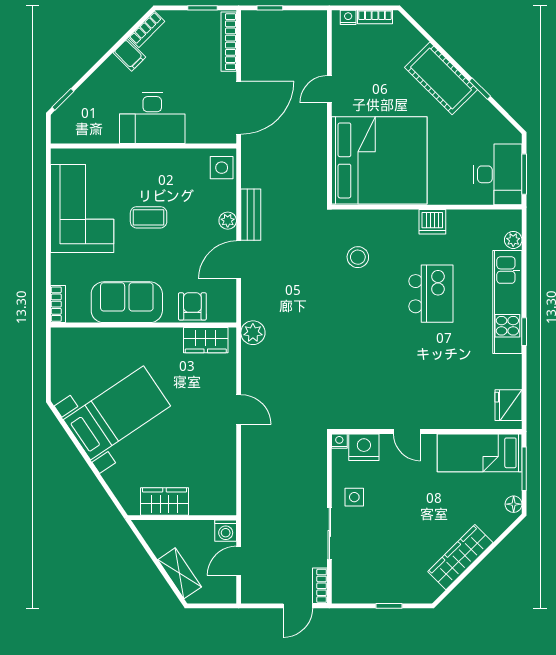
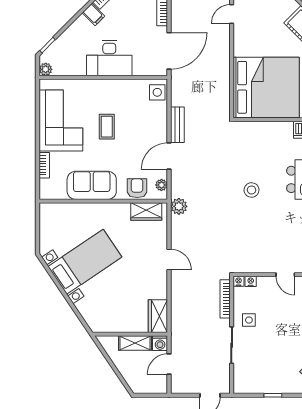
door: (329, 89) -> (232, 14), moved
plant: (60, 134) -> (46, 69), added
coffee table: (149, 217) -> (107, 127), turned 90
plant: (228, 221) -> (161, 185), moved
stool: (358, 257) -> (252, 190), moved
bookcase: (58, 304) -> (44, 165), moved
nightstand: (364, 447) -> (251, 281), width x0.53, depth x0.56
wardrobe: (164, 501) -> (158, 316), moved, turned -90
shelving: (180, 573) -> (135, 343), moved, turned -56
bookcase: (320, 586) -> (225, 299), moved, width x1.56

